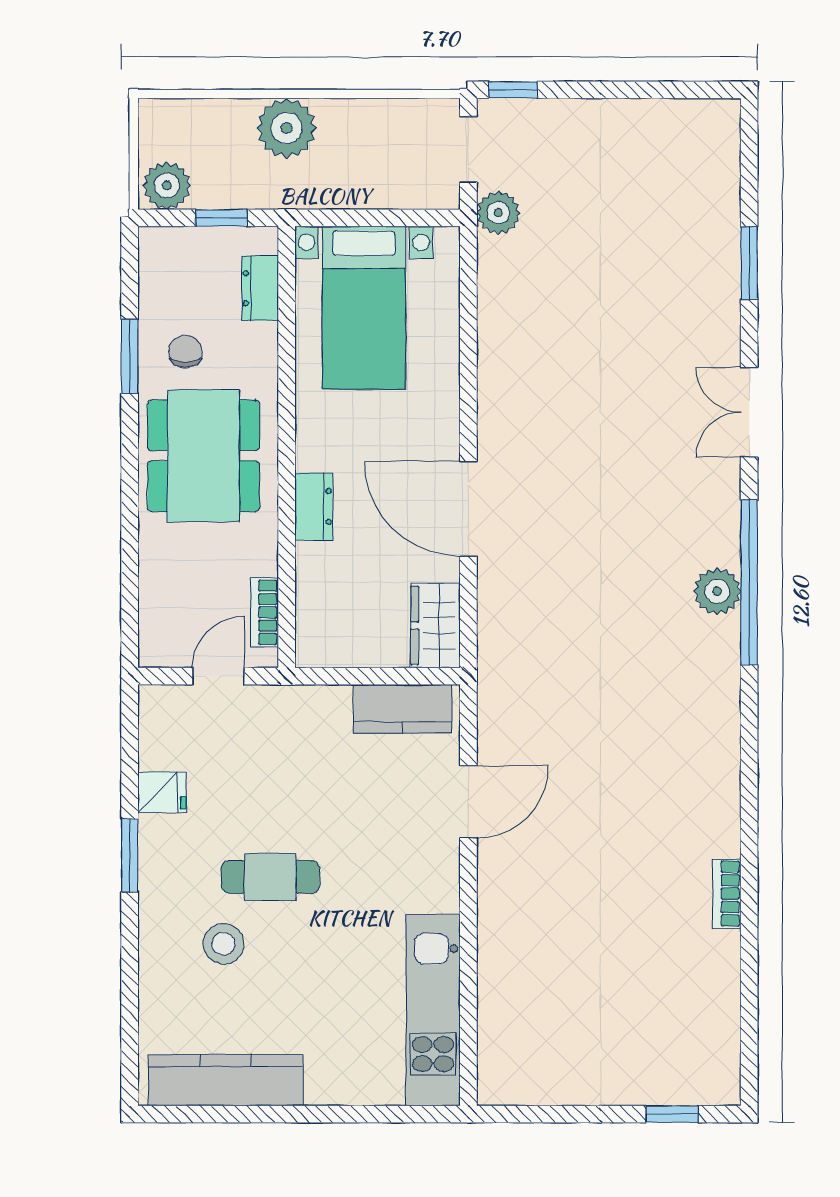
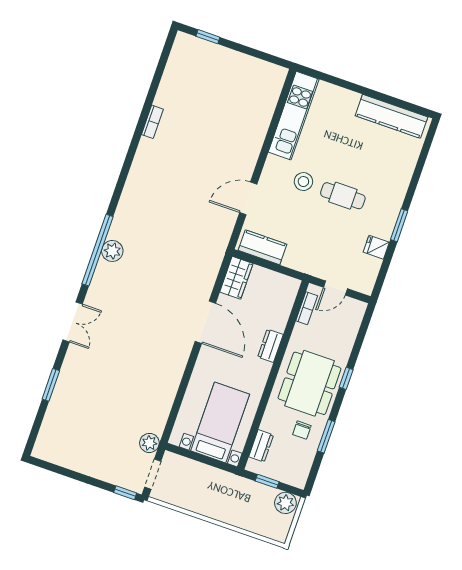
plant: (286, 128) -> (227, 510), removed
window: (130, 493) -> (346, 378), added
stool: (224, 944) -> (303, 182), moved

